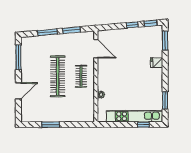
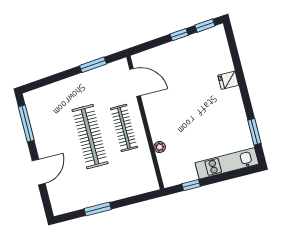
window: (47, 32) -> (59, 77), removed
window: (165, 41) -> (232, 45), removed
clothes rail: (81, 76) -> (124, 128), width x1.36
kitchen unit: (135, 116) -> (227, 163), width x0.73
window: (143, 125) -> (191, 185), moved

